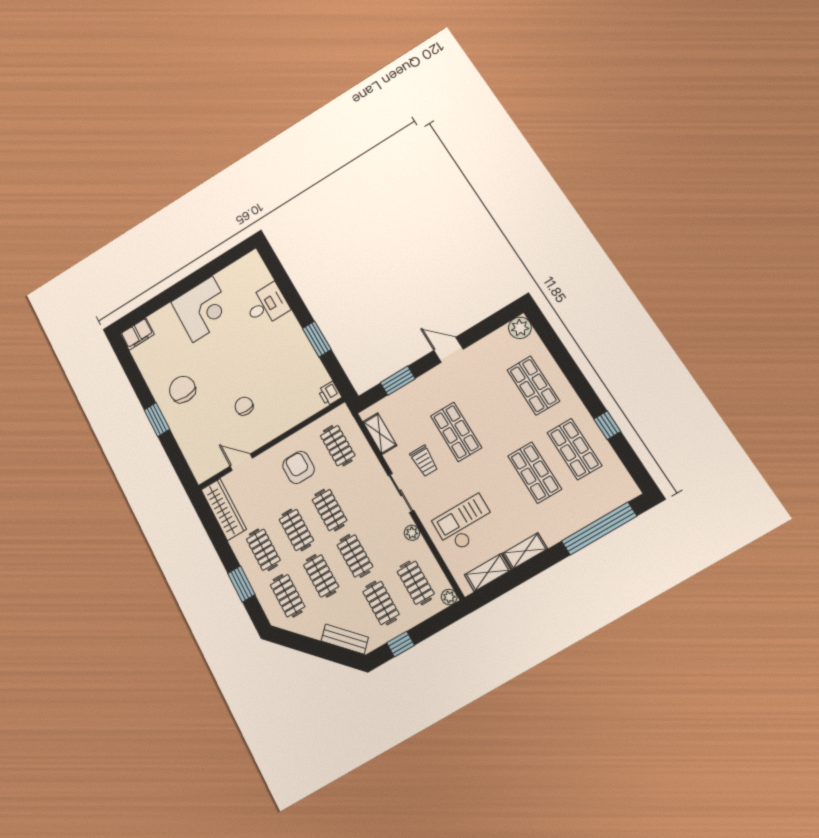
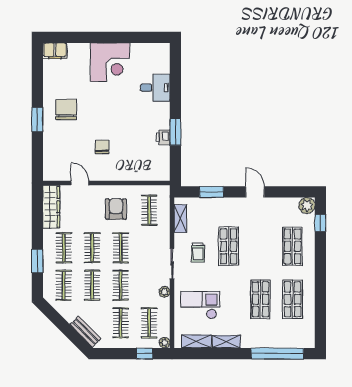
printer: (330, 394) -> (163, 137), moved
window: (607, 425) -> (320, 223), moved
window: (401, 644) -> (145, 354), moved

